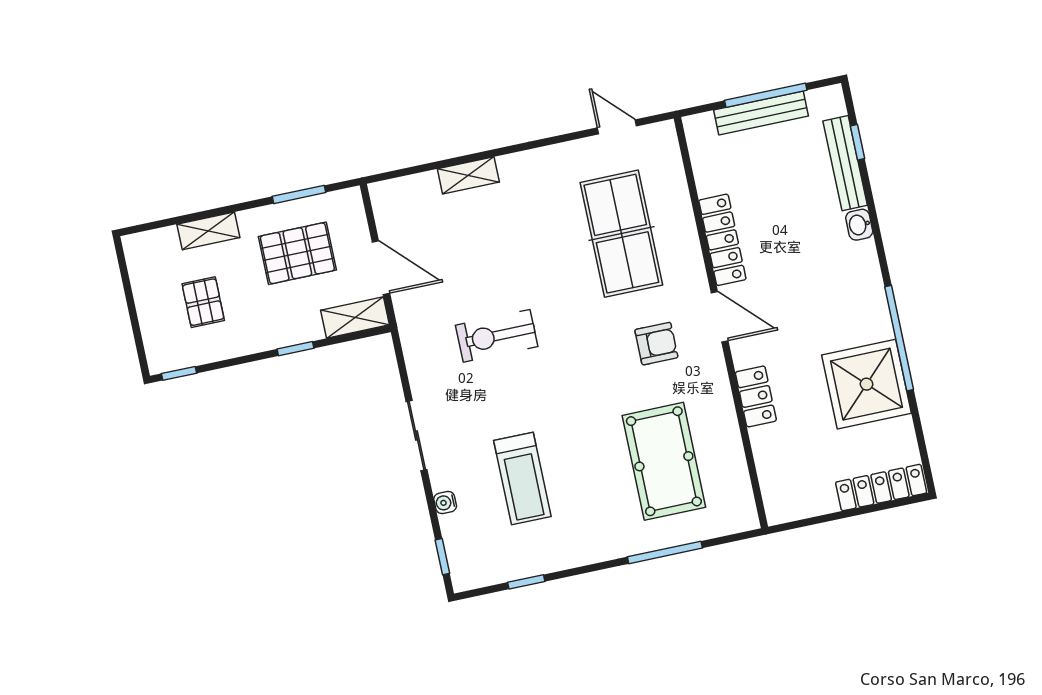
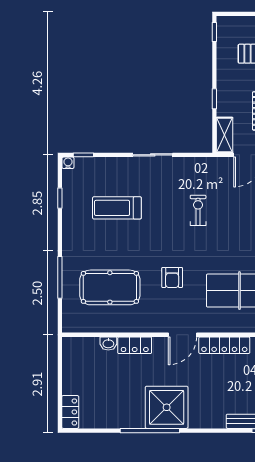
washbasin: (859, 225) -> (108, 343), moved, turned 180
exercise bike: (497, 336) -> (198, 210), width x0.73, depth x0.72
armchair: (656, 344) -> (172, 277), moved
shower: (867, 384) -> (167, 407), moved
locker: (881, 488) -> (70, 412), width x0.66
water cooler: (445, 503) -> (68, 163), moved

